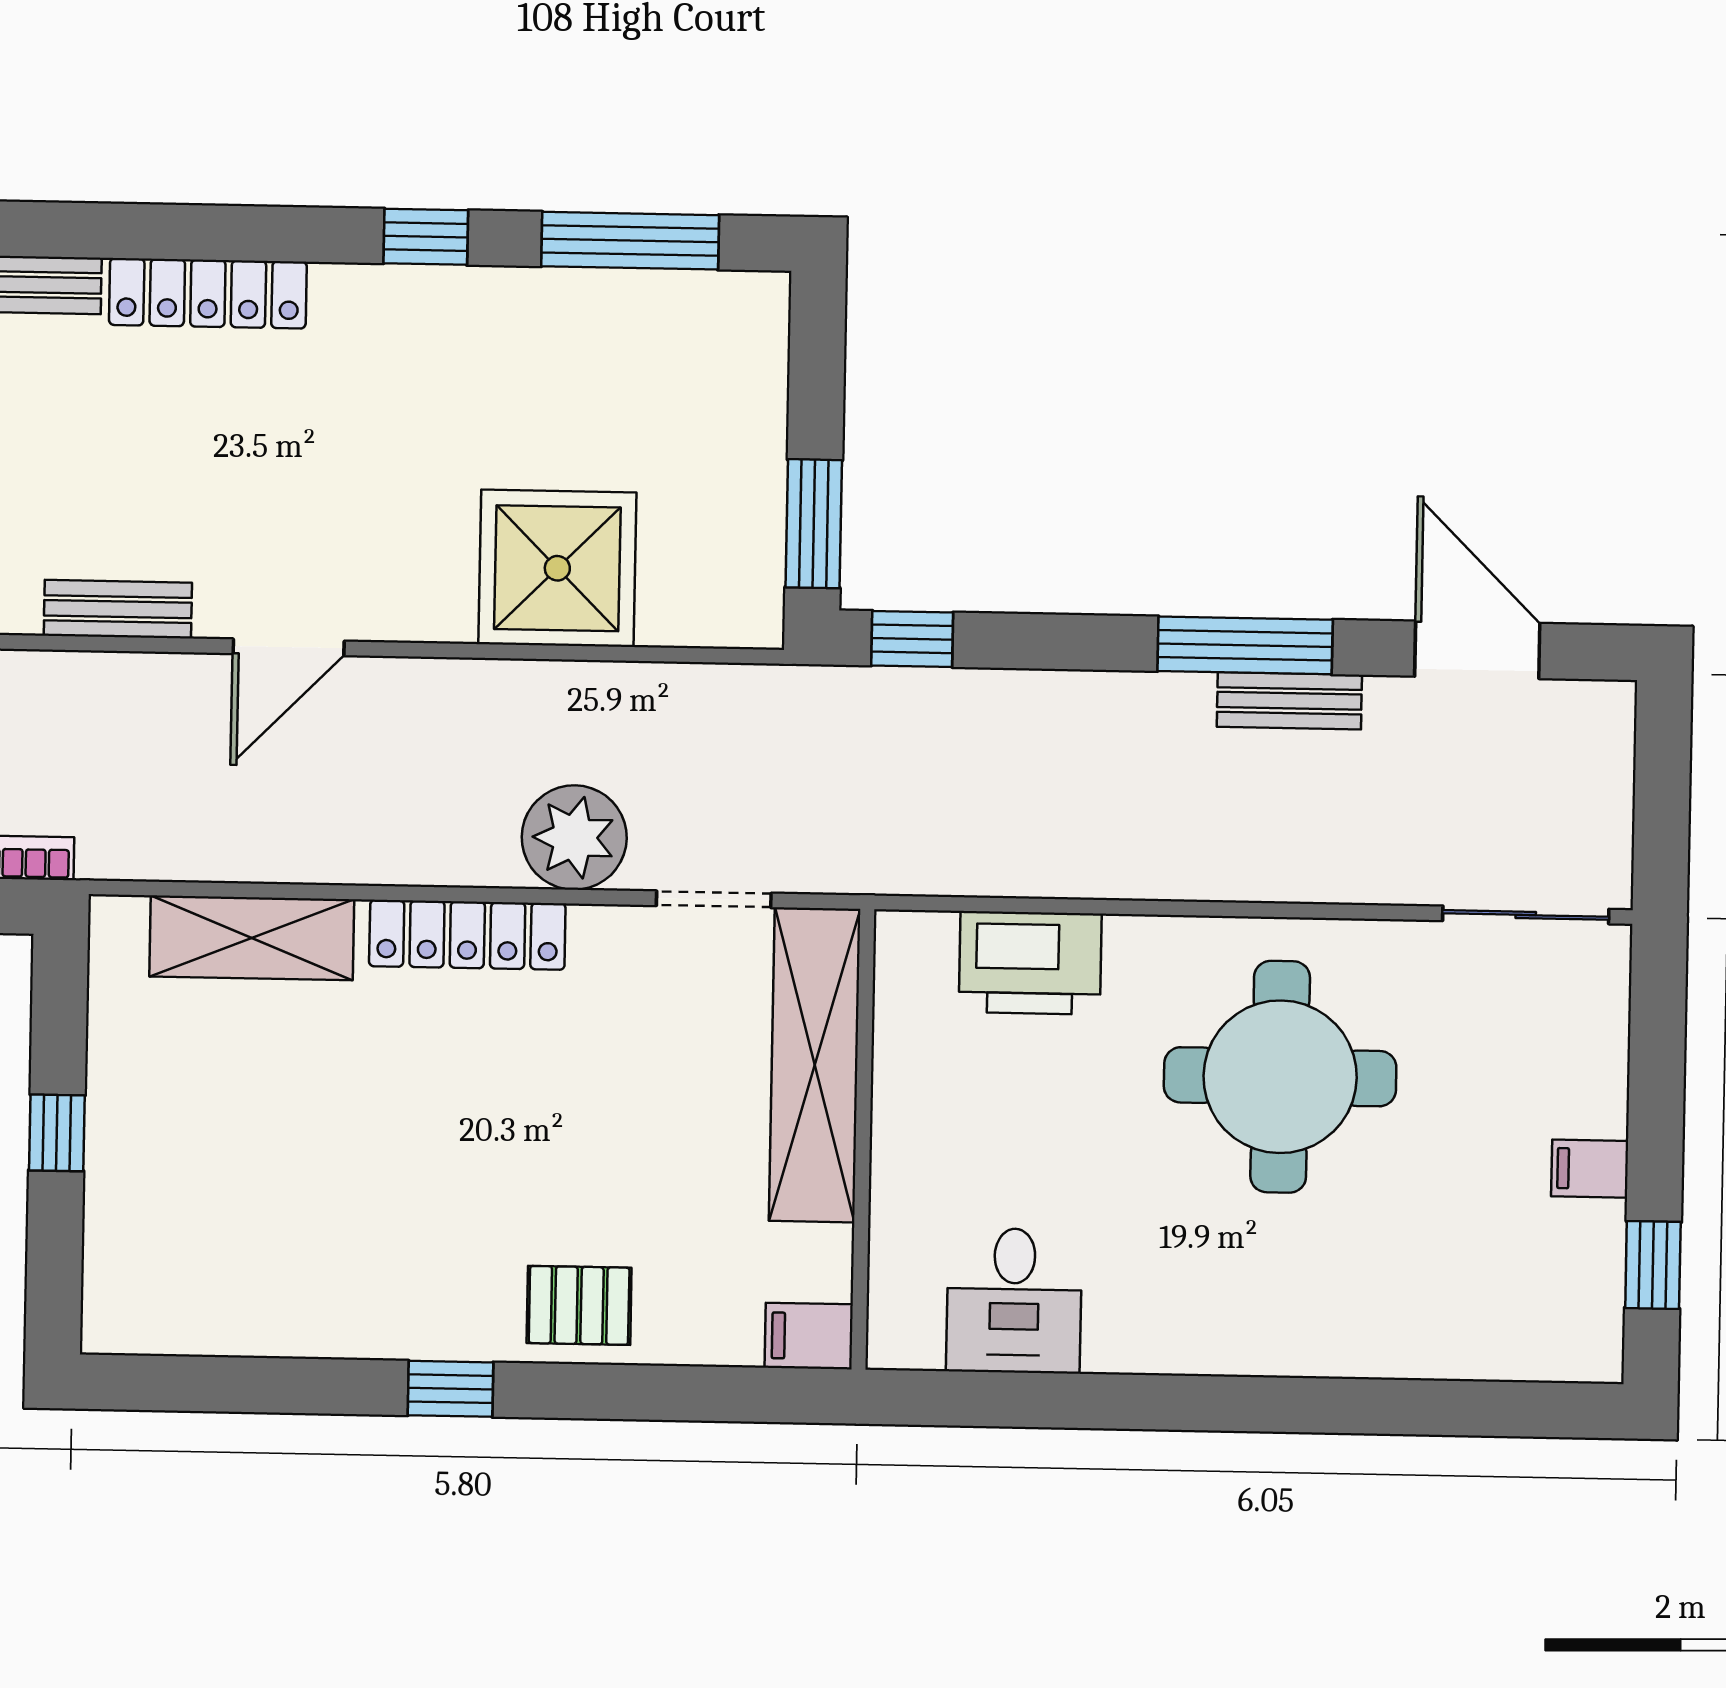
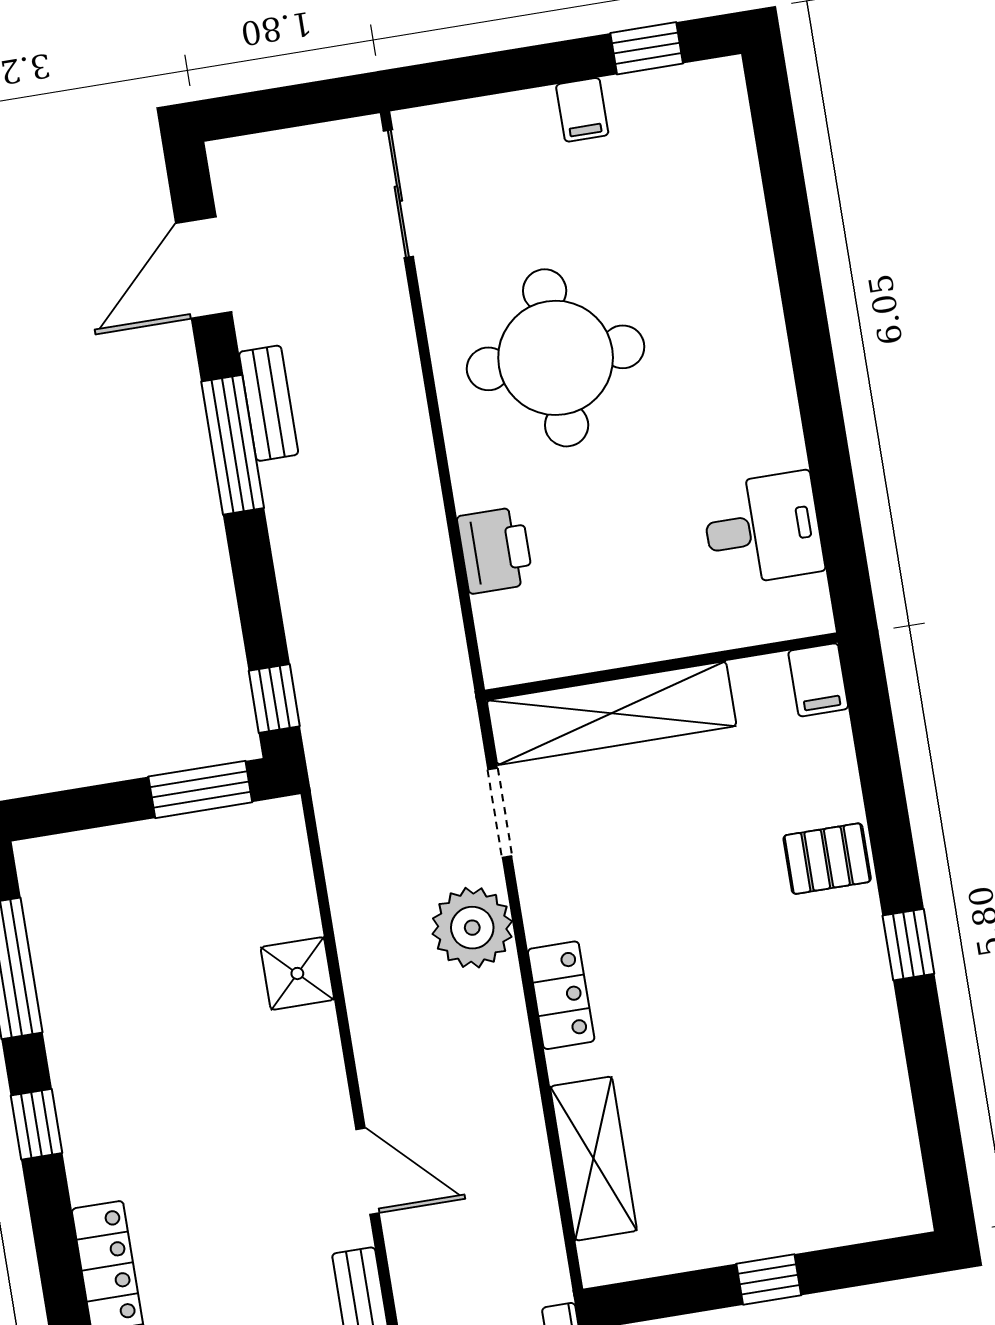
shower: (557, 568) -> (297, 973), width x0.54, depth x0.54
locker: (467, 935) -> (561, 995), width x0.66
printer: (1030, 963) -> (495, 550), width x0.73, depth x0.84
pallet: (579, 1305) -> (827, 859), turned 90

